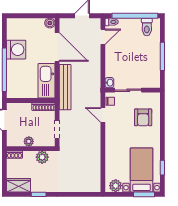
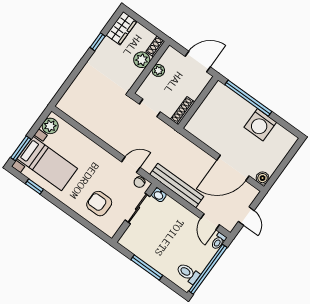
kitchen sink: (46, 81) -> (207, 133), removed
bench: (65, 87) -> (177, 185), moved
plant: (42, 157) -> (142, 60), moved

